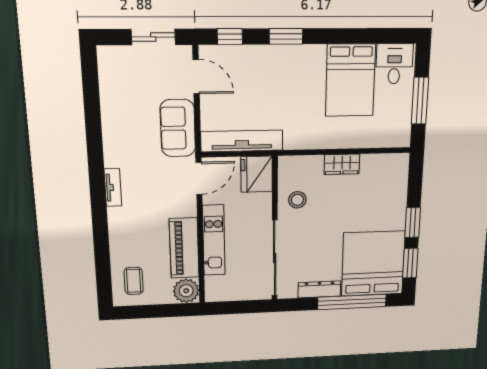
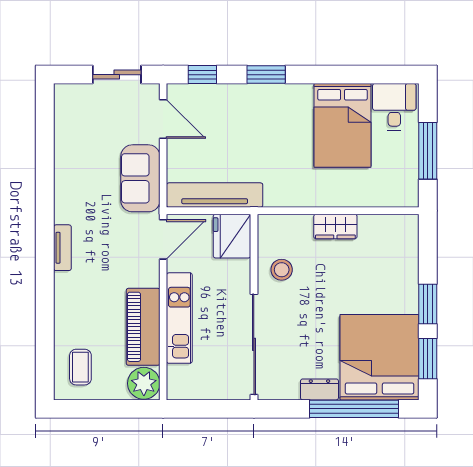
dresser: (319, 289) -> (319, 389), width x0.70

